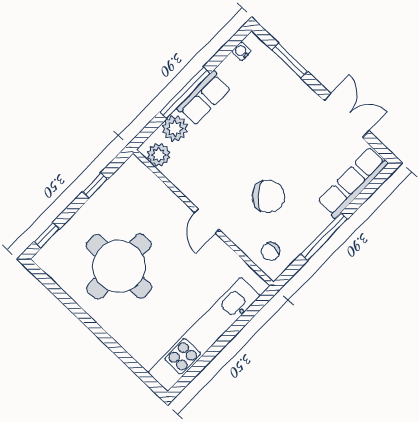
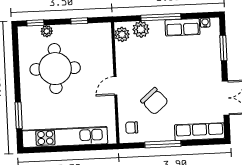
row of seats: (204, 98) -> (182, 27), moved
plant: (69, 232) -> (47, 31), added
window: (128, 360) -> (19, 115), added

